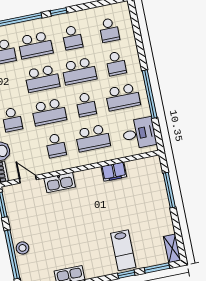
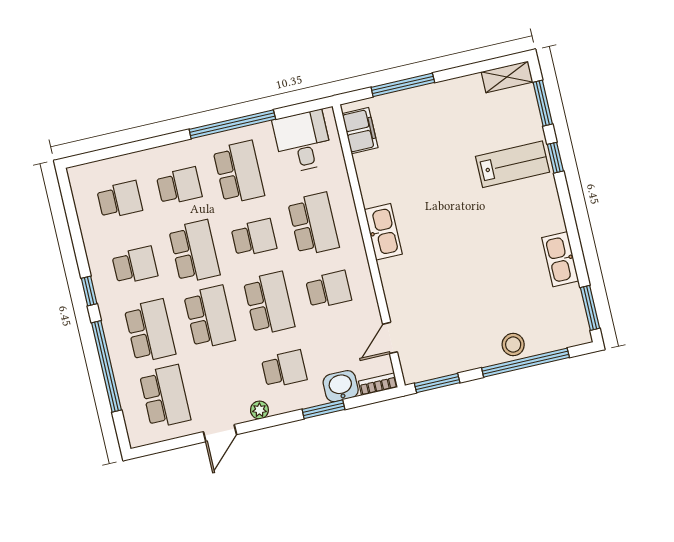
filing cabinet: (114, 172) -> (360, 131), moved
kitchen sink: (60, 183) -> (383, 232), moved

